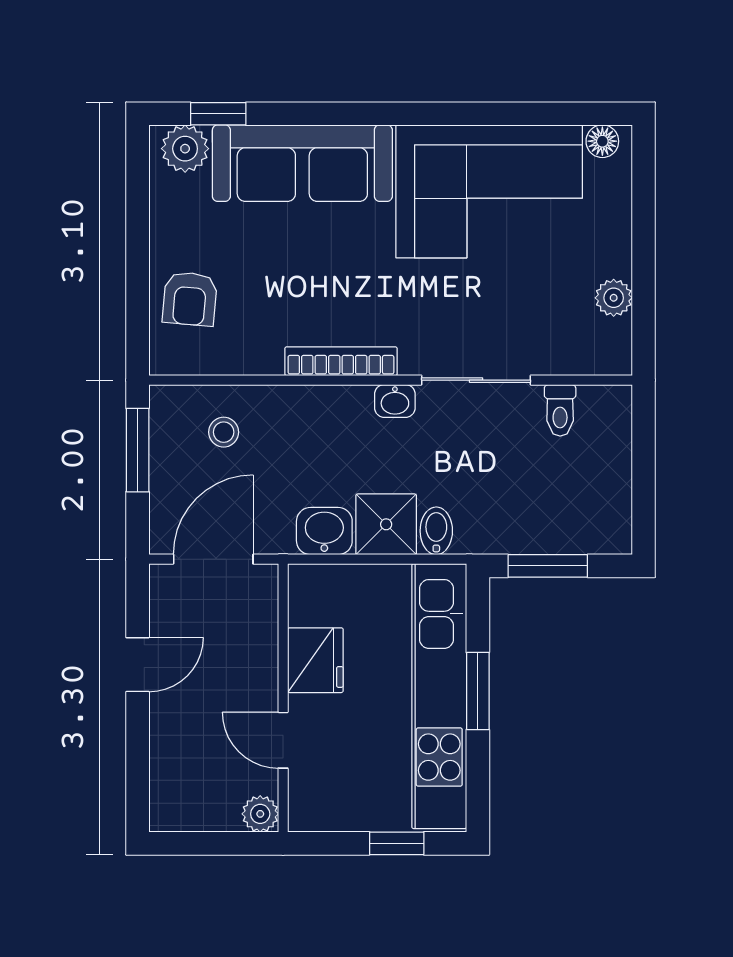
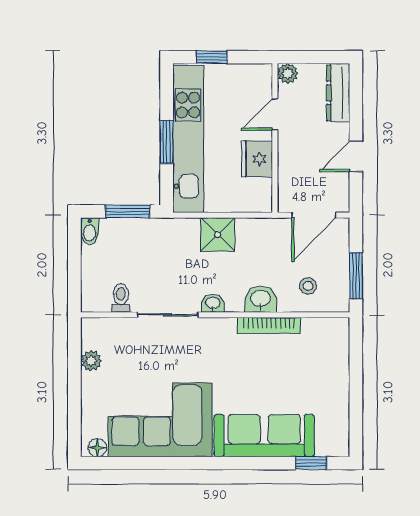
plant: (185, 149) -> (329, 444), removed
armchair: (190, 299) -> (327, 360), removed
bookcase: (341, 361) -> (269, 325), moved
washbasin: (324, 531) -> (261, 299), moved, turned 180
bidet: (436, 531) -> (90, 231), moved
door: (283, 740) -> (275, 114), swing flipped
dresser: (169, 779) -> (338, 93), added

